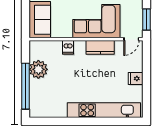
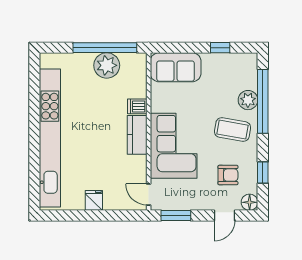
kitchen counter: (100, 47) -> (137, 135), moved
window: (26, 86) -> (105, 48), moved
kitchen unit: (104, 110) -> (50, 138), width x1.36

